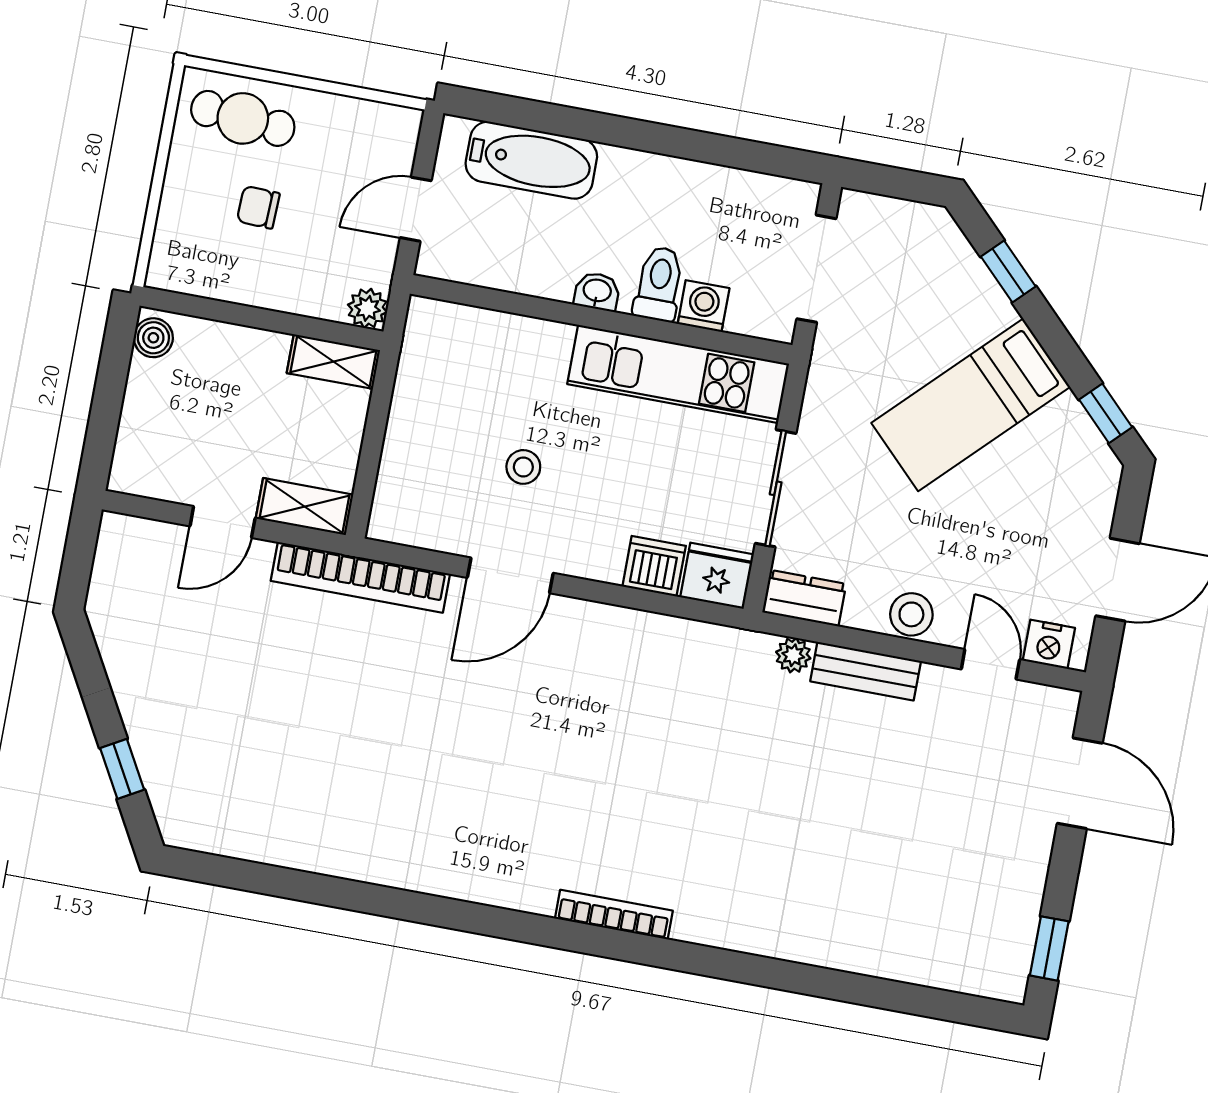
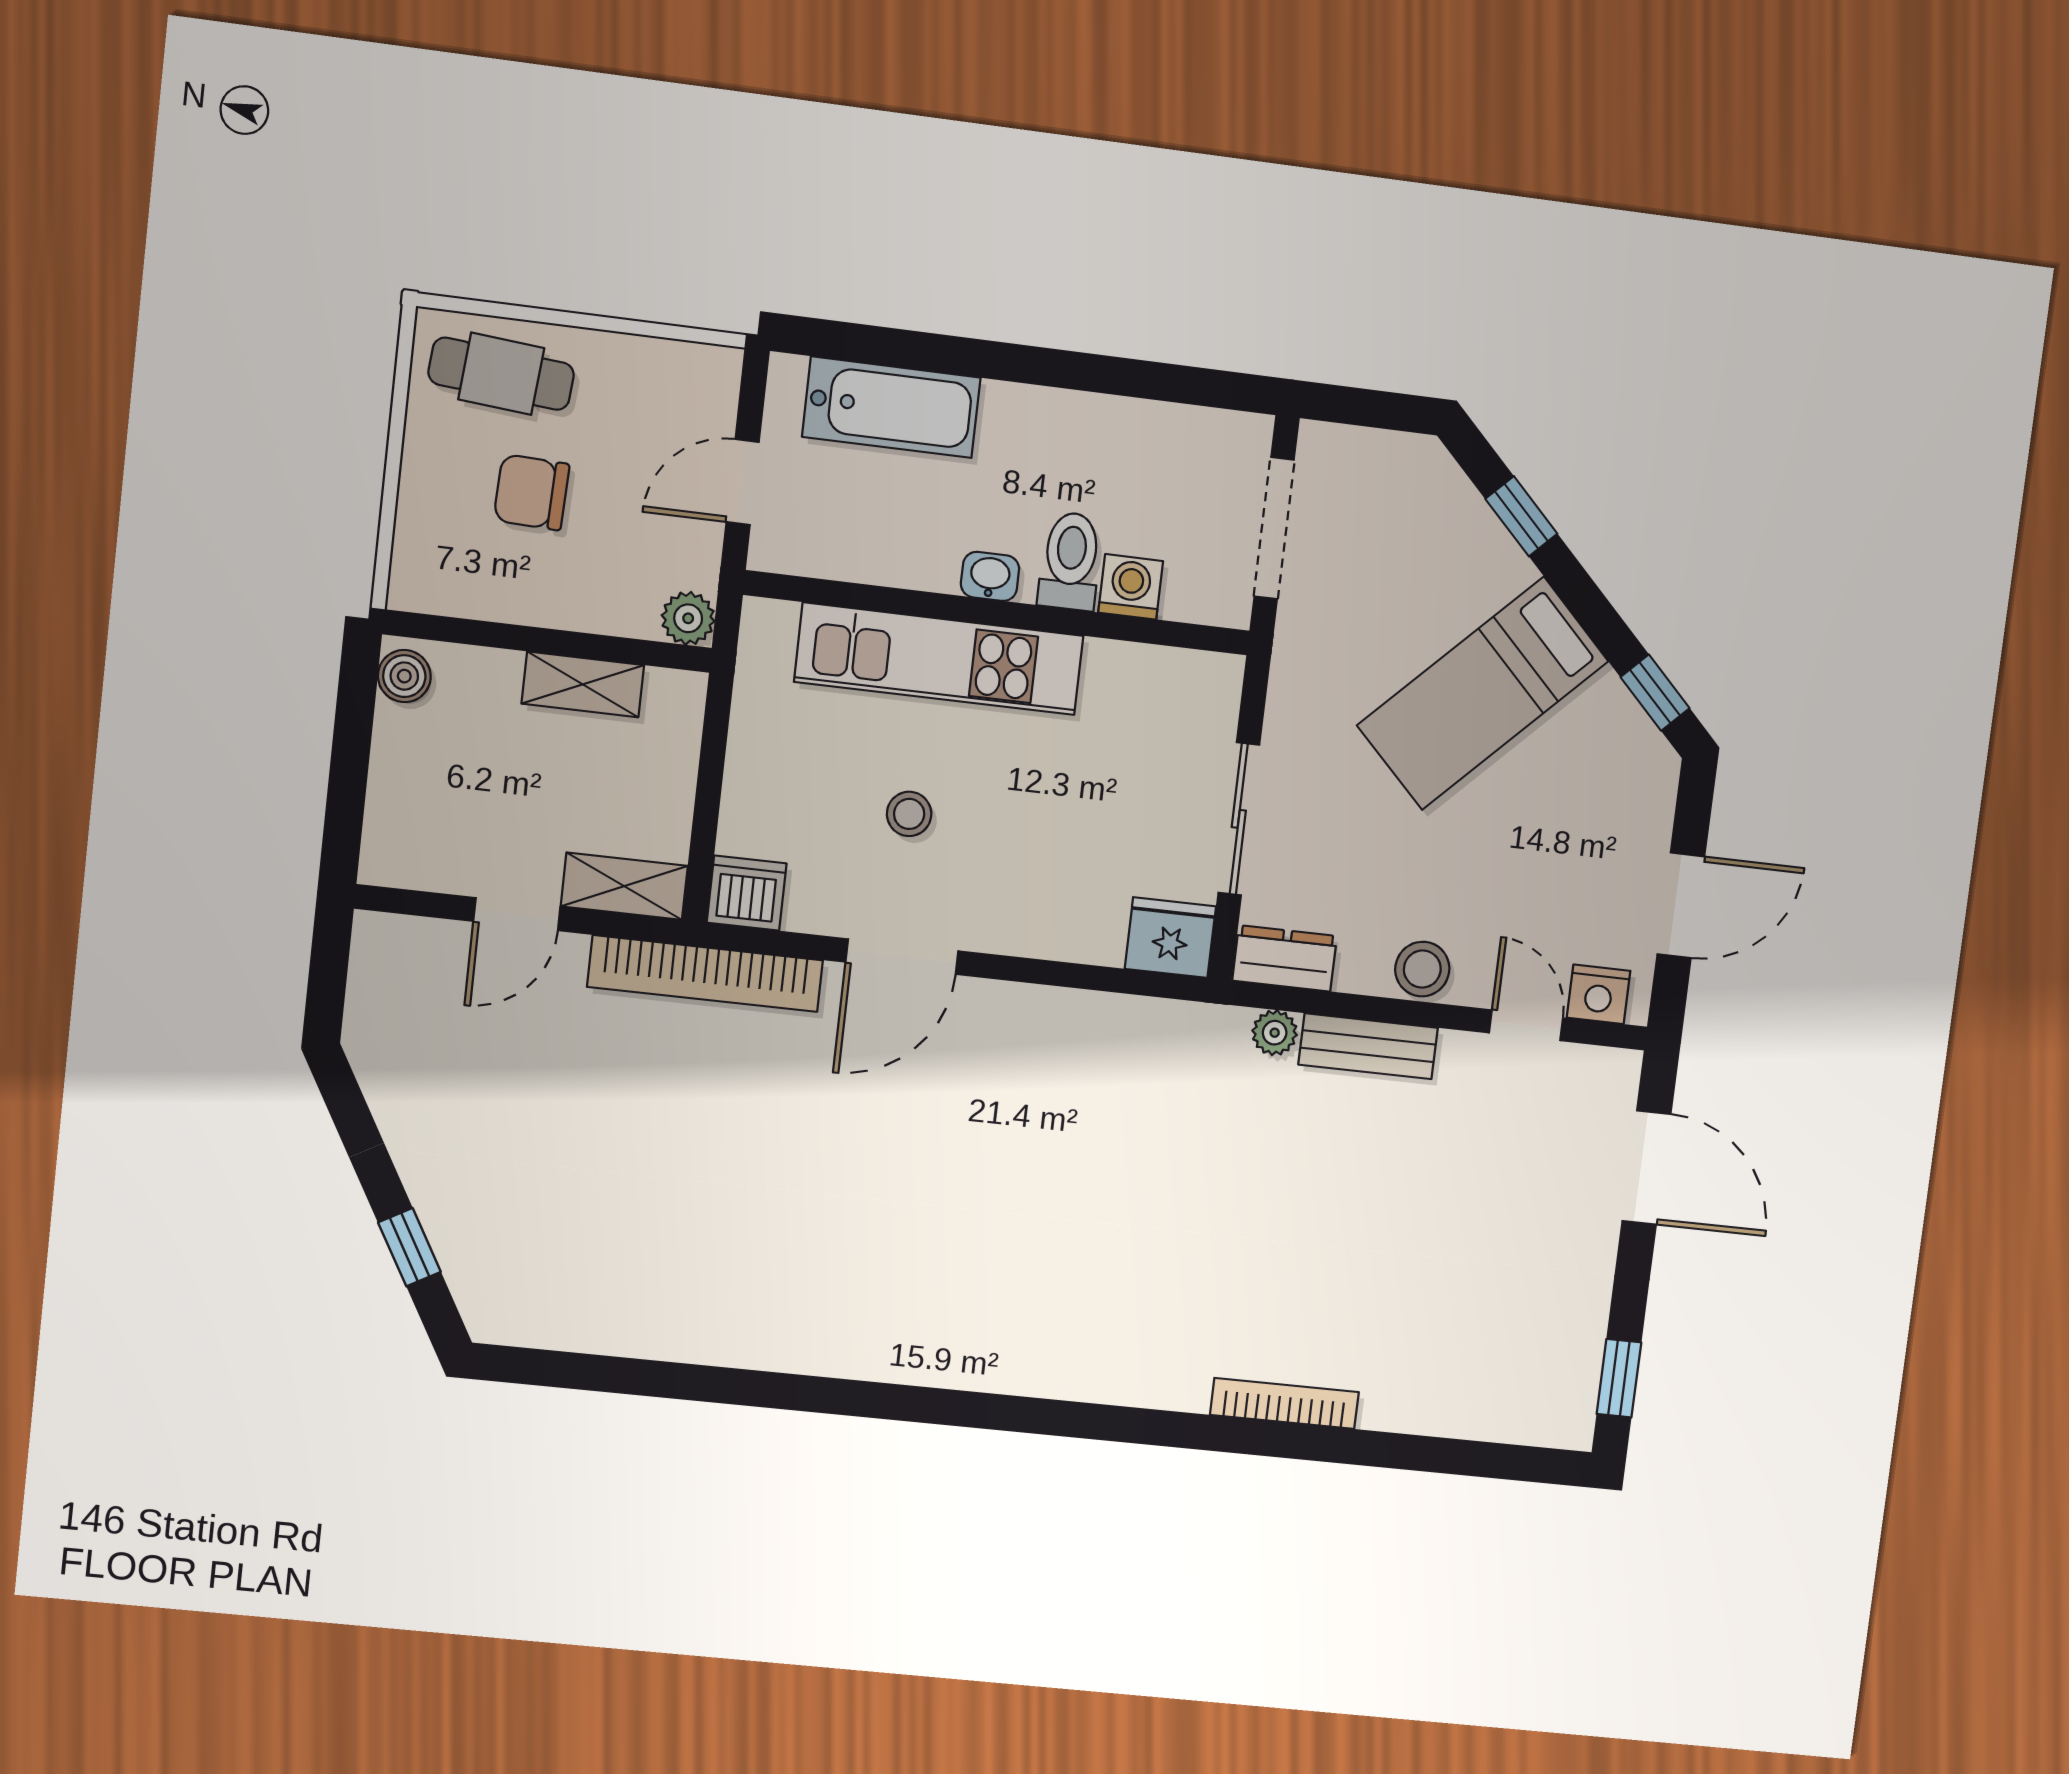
chair: (258, 207) -> (532, 492), width x1.37, depth x1.37
shelving: (333, 362) -> (583, 684), moved
kitchen unit: (678, 374) -> (939, 659), moved
dishwasher: (654, 566) -> (747, 893), moved
bookcase: (614, 915) -> (1284, 1403), moved

